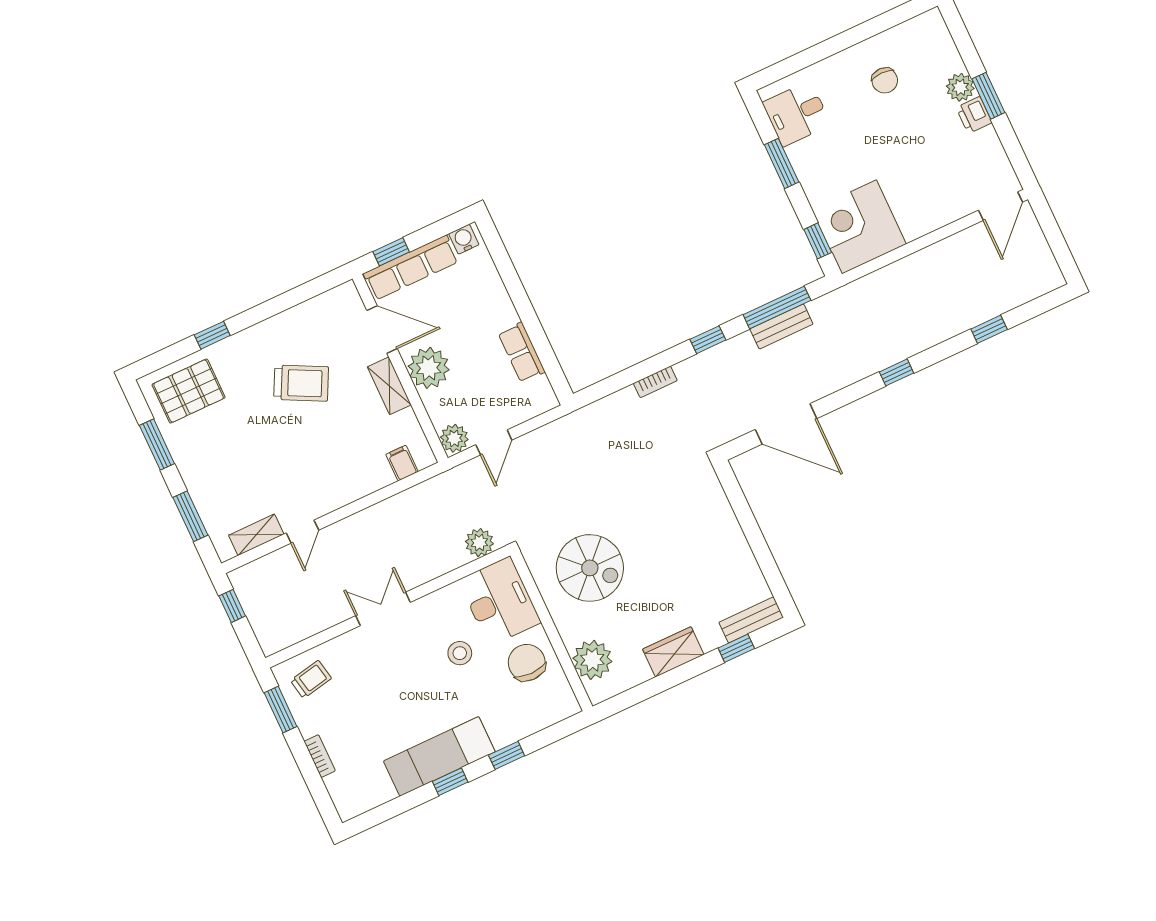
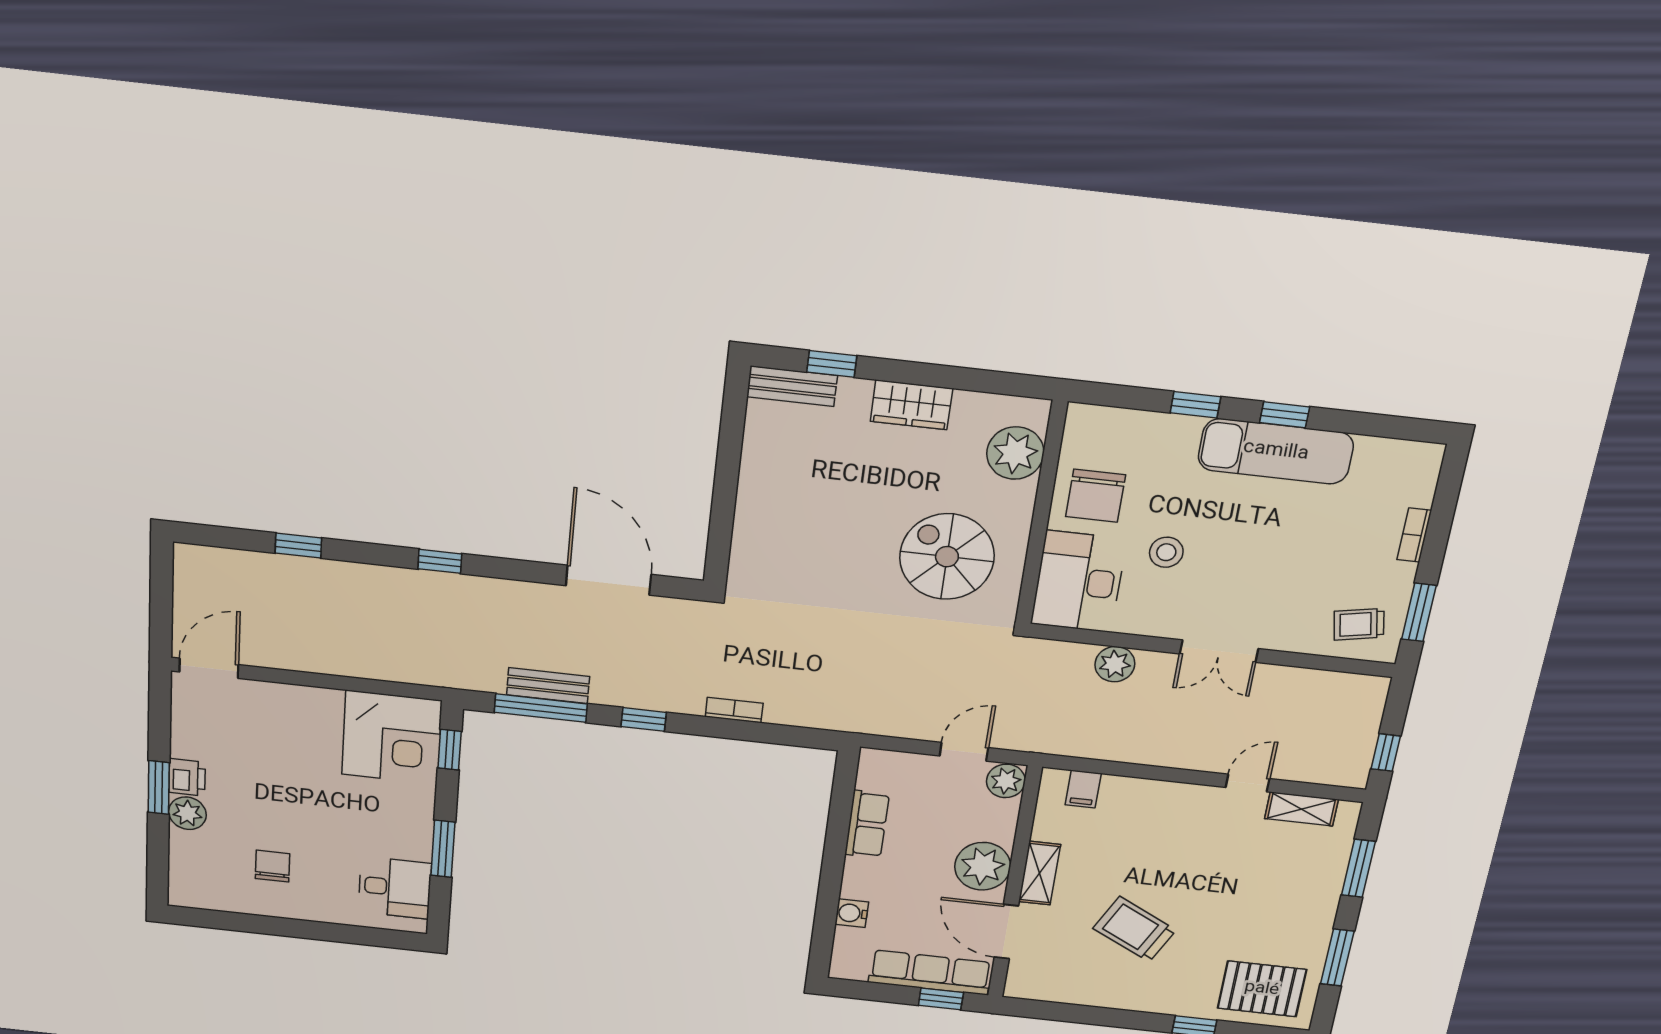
water cooler: (464, 239) -> (852, 913), moved, turned 90
plant: (479, 543) -> (1115, 664), moved

